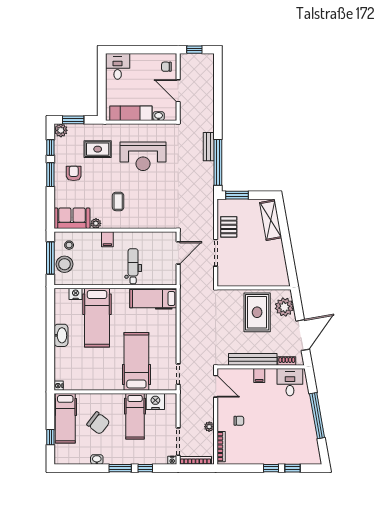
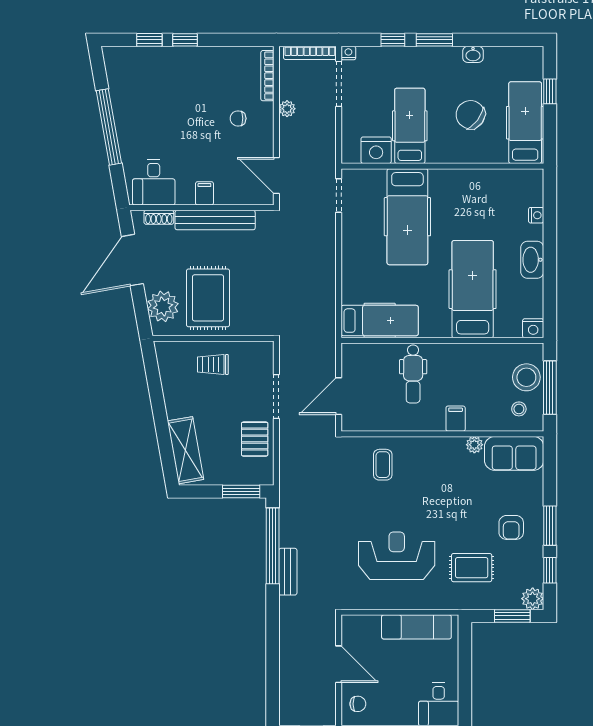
washbasin: (159, 116) -> (371, 622), removed
coffee table: (118, 201) -> (383, 465), moved
trolley: (254, 272) -> (213, 364), added
nightstand: (76, 294) -> (533, 328), moved
nightstand: (59, 386) -> (536, 215), moved

